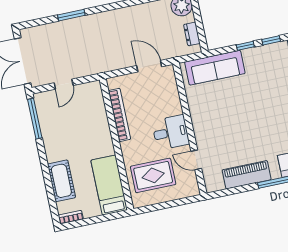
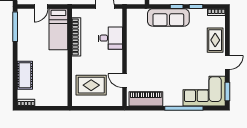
sofa: (215, 68) -> (168, 17), moved
desk: (171, 132) -> (110, 38), moved
piano: (247, 175) -> (146, 99), moved
bed: (109, 185) -> (58, 29), moved, turned 180

